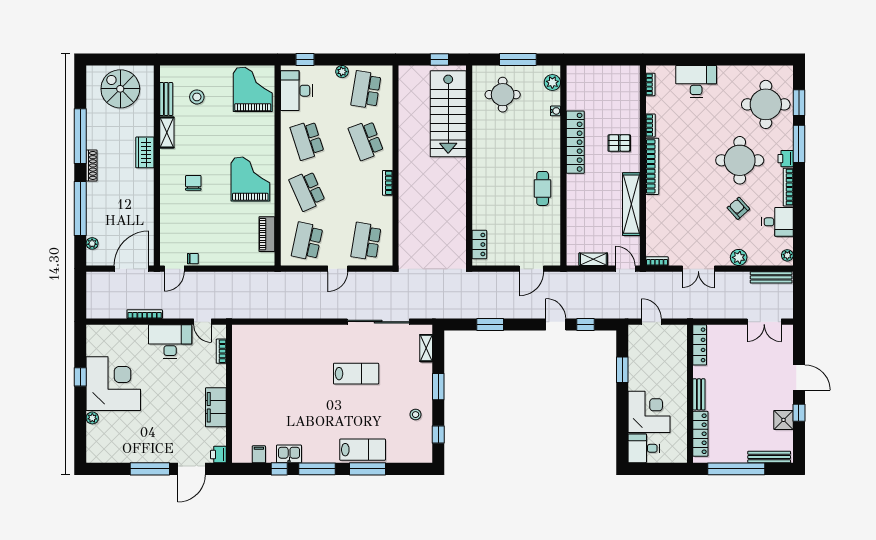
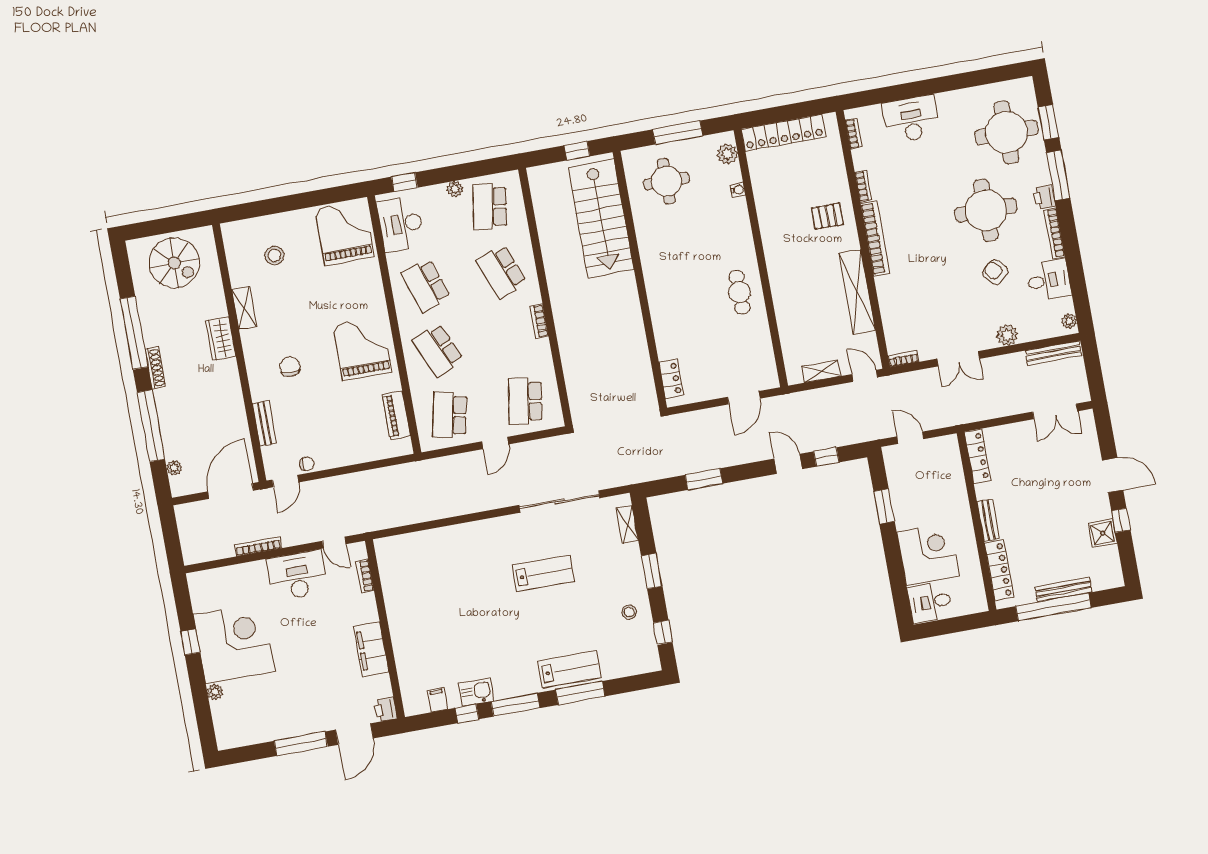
spiral stairs: (120, 89) -> (174, 263), turned 180
bench: (166, 99) -> (264, 423), moved
locker: (575, 142) -> (783, 133), moved, turned 90
bench: (769, 457) -> (1063, 589), moved

